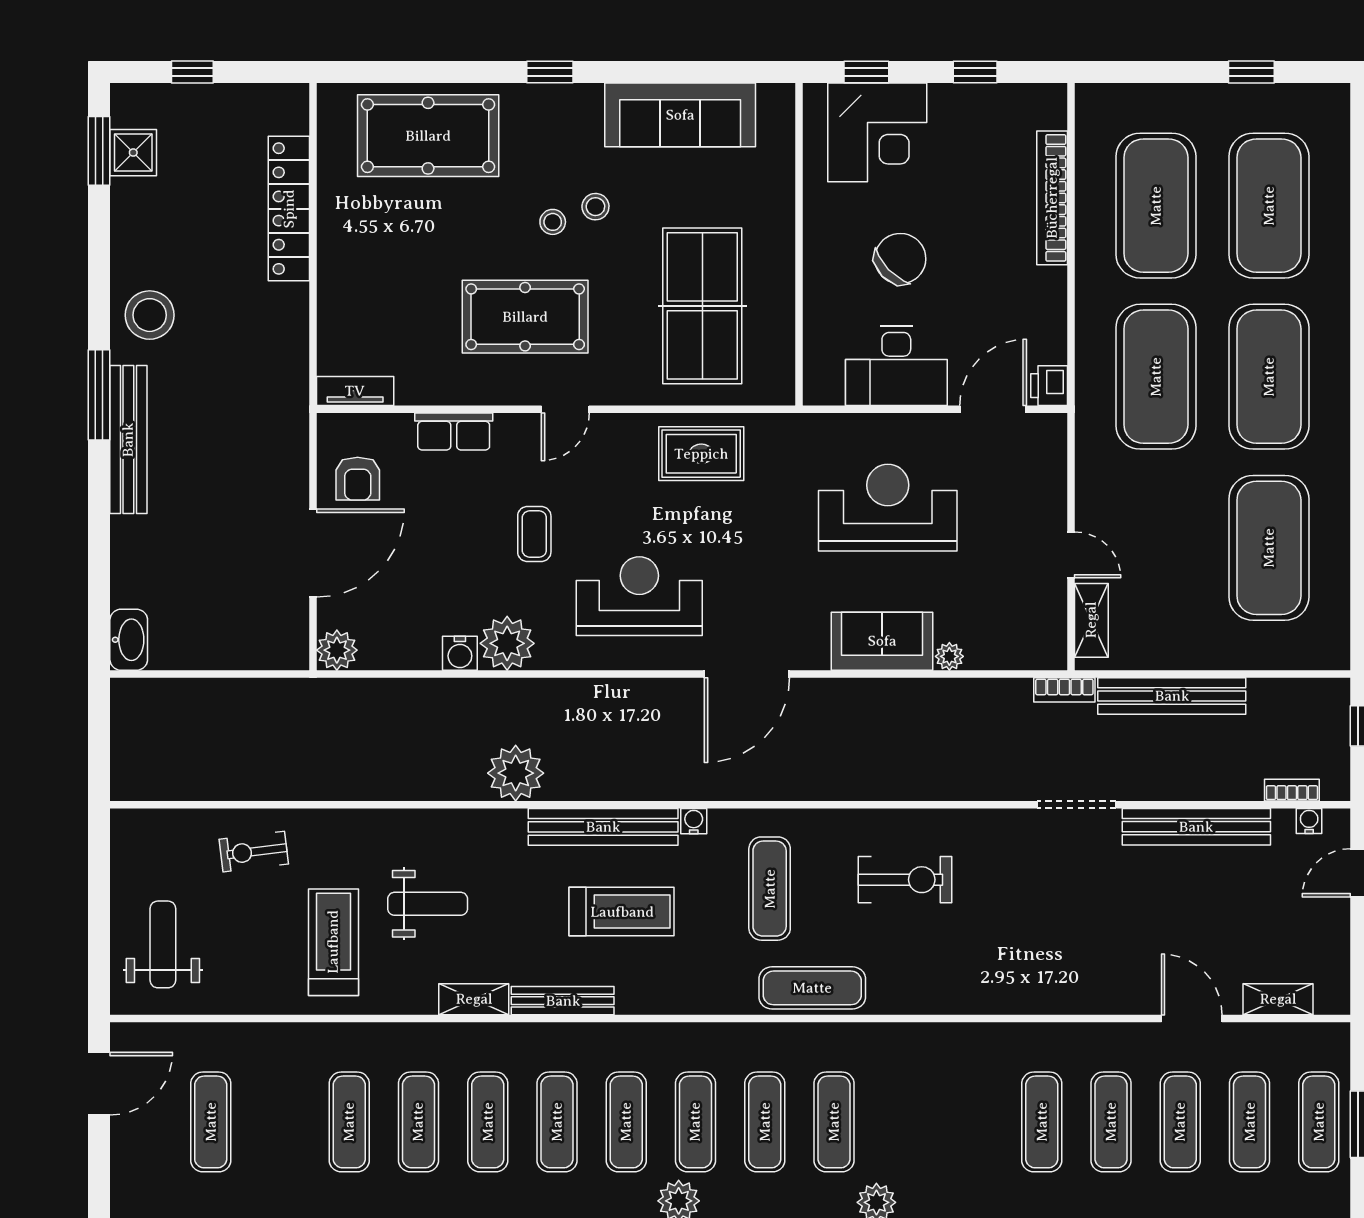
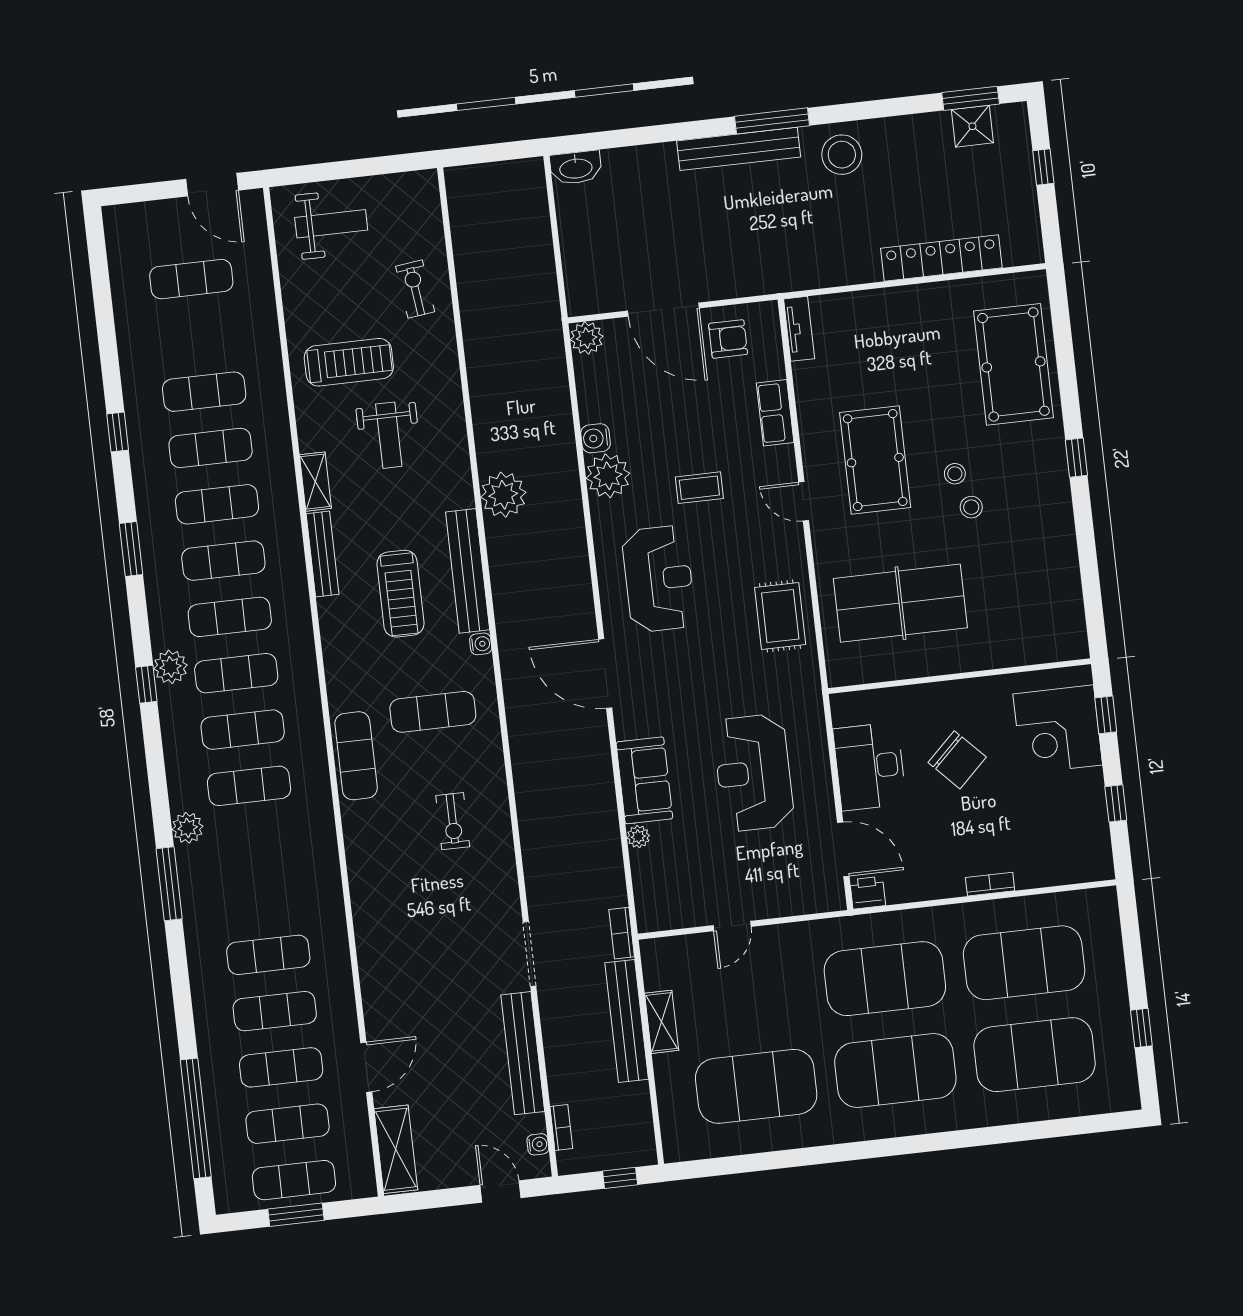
sofa: (680, 115) -> (1054, 567), removed
bookcase: (1052, 198) -> (990, 884), width x0.43, depth x0.76
armchair: (358, 479) -> (728, 339), turned 180
reception desk: (888, 508) -> (753, 773), turned 180
shelving: (1091, 620) -> (662, 1022), moved, turned 90
exercise bike: (905, 880) -> (453, 821), width x0.73, depth x0.72
shelving: (1278, 999) -> (396, 1149), width x1.50, depth x1.33

